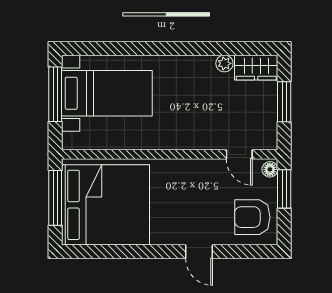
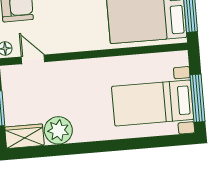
plant: (224, 63) -> (58, 130), width x1.88, depth x1.88

